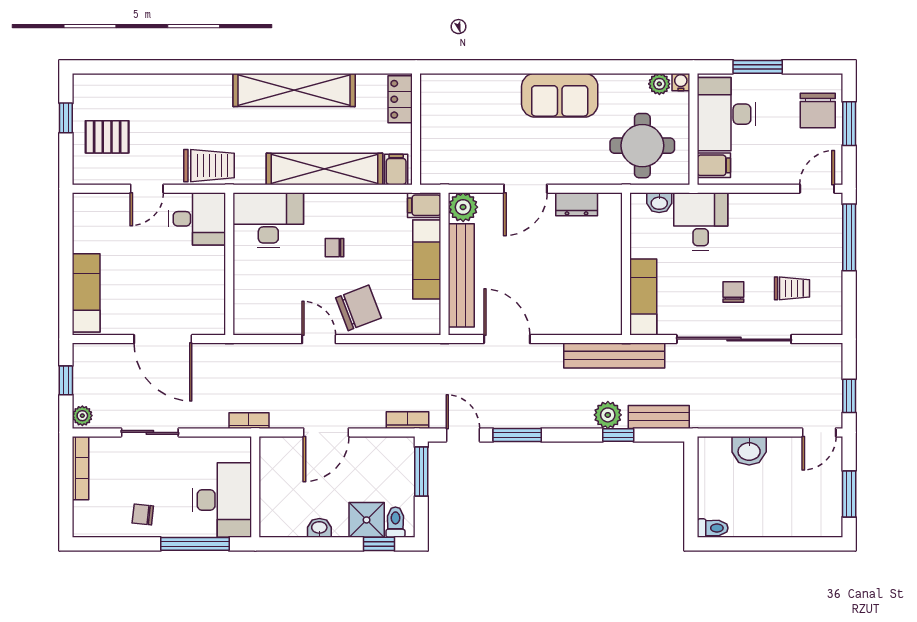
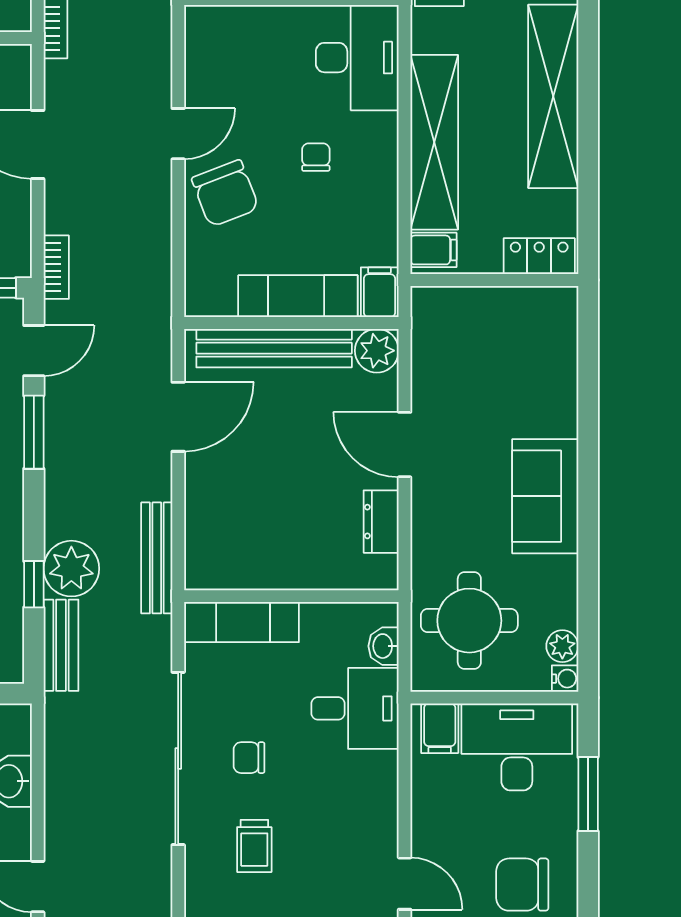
chair: (733, 292) -> (249, 758), turned 180
bench: (614, 355) -> (157, 558), width x0.73, depth x0.82
plant: (608, 415) -> (71, 569), width x1.36, depth x1.36

